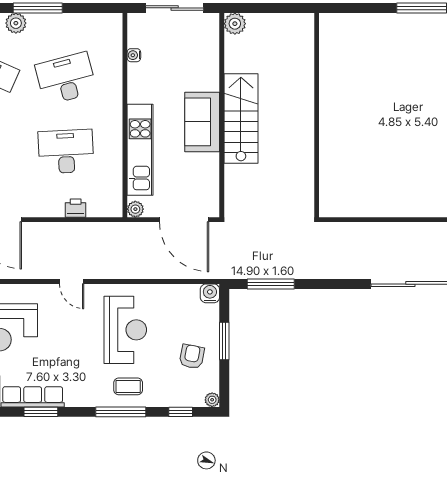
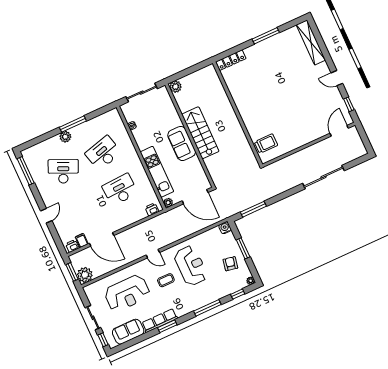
locker: (346, 22) -> (231, 60), added
trolley: (341, 186) -> (266, 144), added
printer: (76, 208) -> (152, 209), moved
coffee table: (128, 386) -> (166, 280), moved

